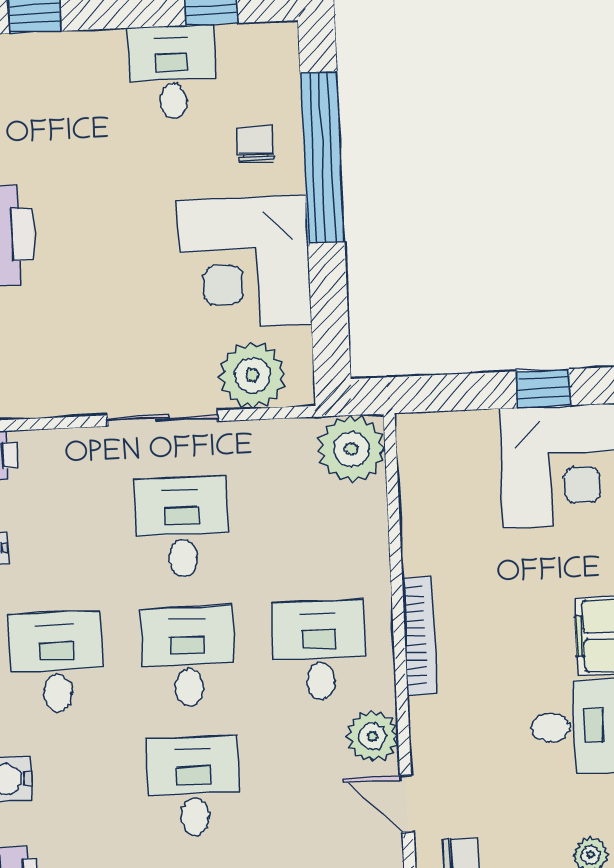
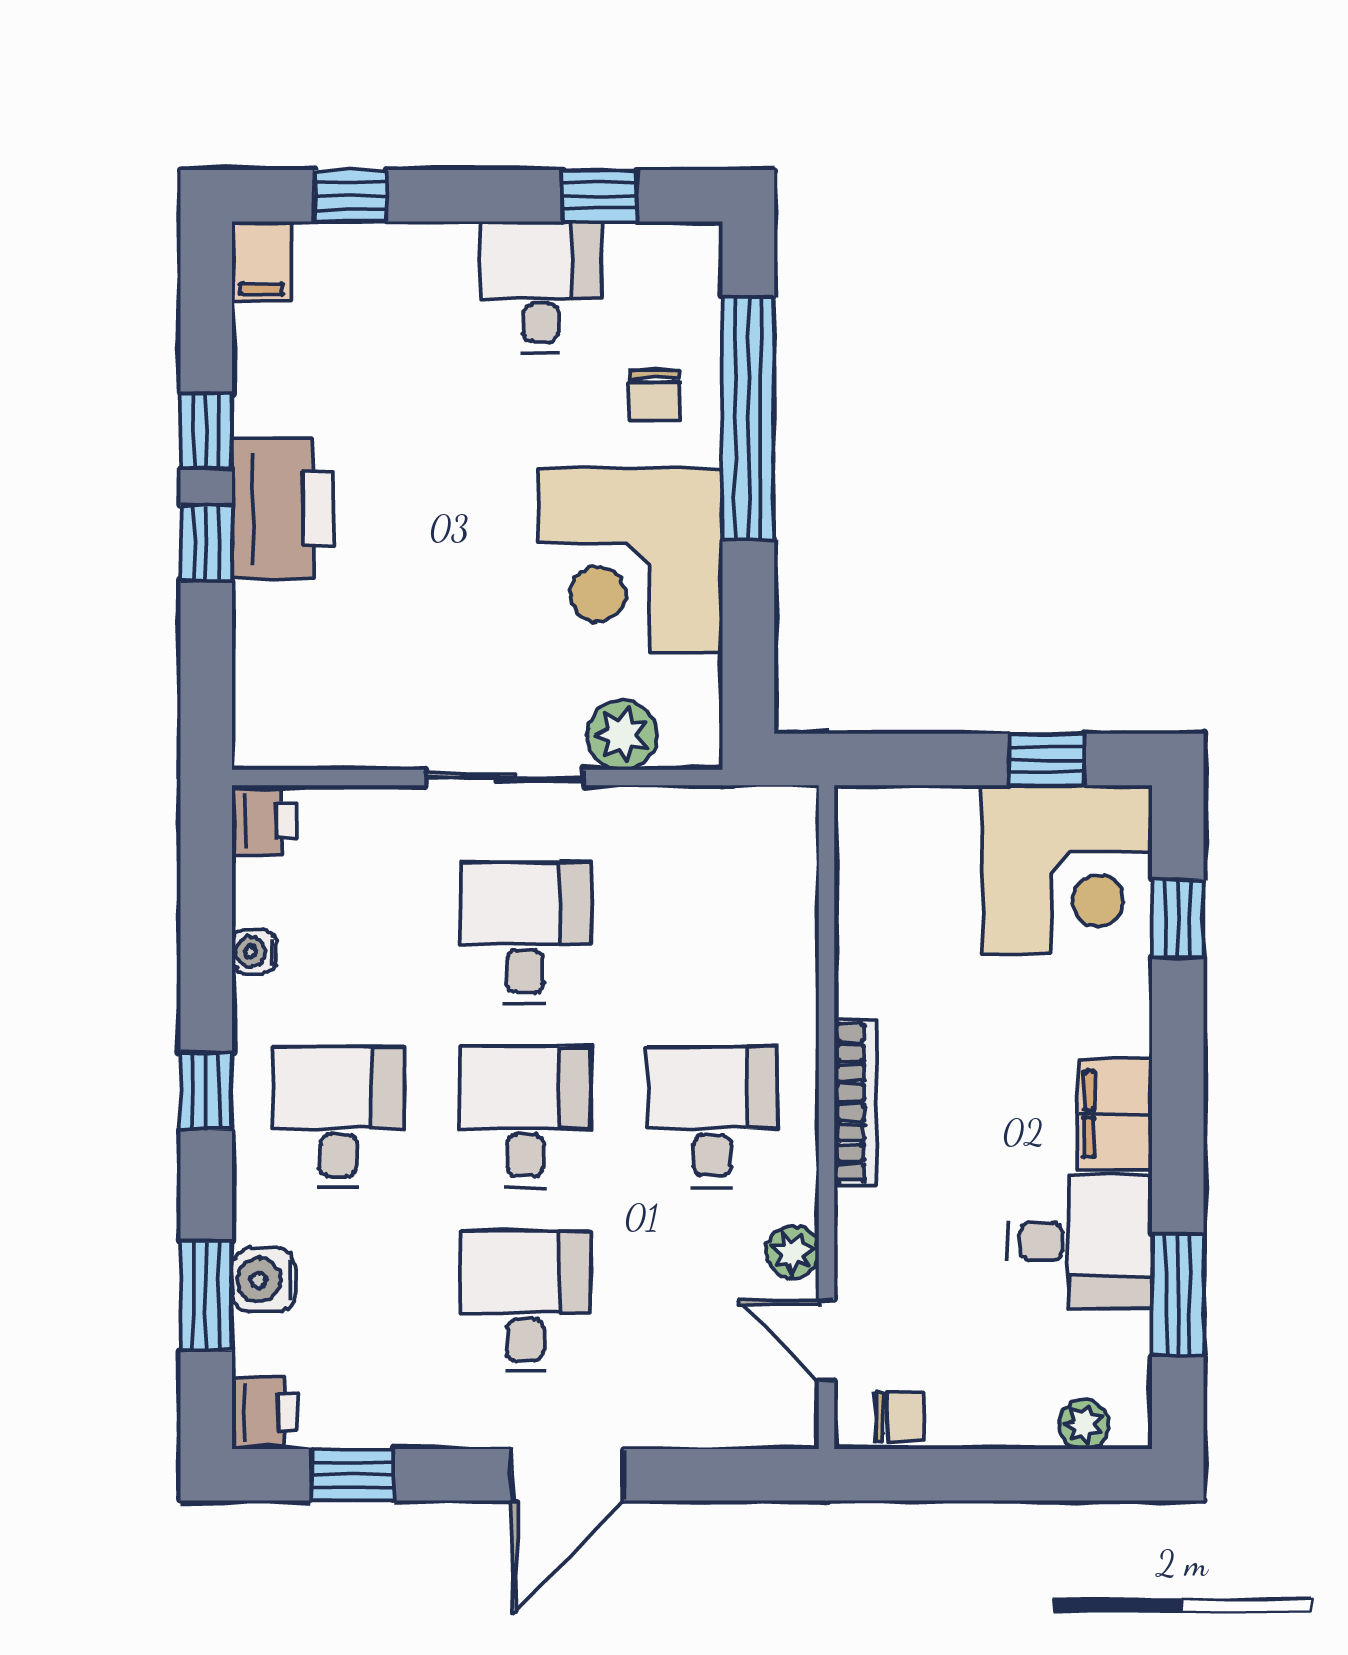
chair: (256, 144) -> (654, 395), turned 180
plant: (252, 375) -> (622, 735), width x0.73, depth x0.73
plant: (351, 449) -> (771, 833), removed
plant: (373, 736) -> (792, 1252), width x0.73, depth x0.73

